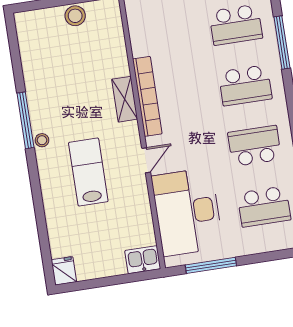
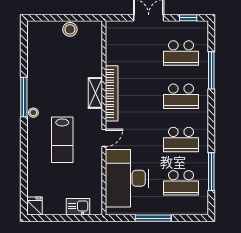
school desk: (255, 146) -> (181, 140), turned 180
lab bench: (88, 172) -> (62, 140), turned 180
kitchen sink: (143, 260) -> (78, 207), moved
window: (211, 265) -> (153, 218), moved

